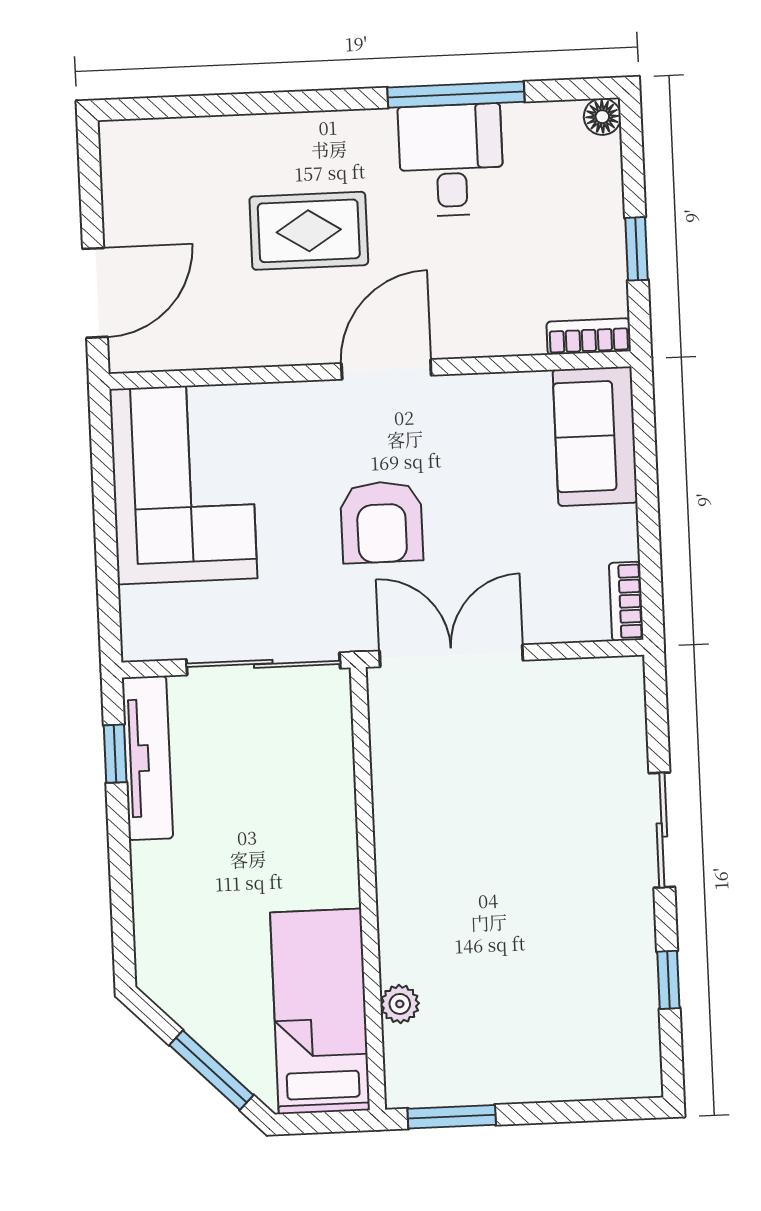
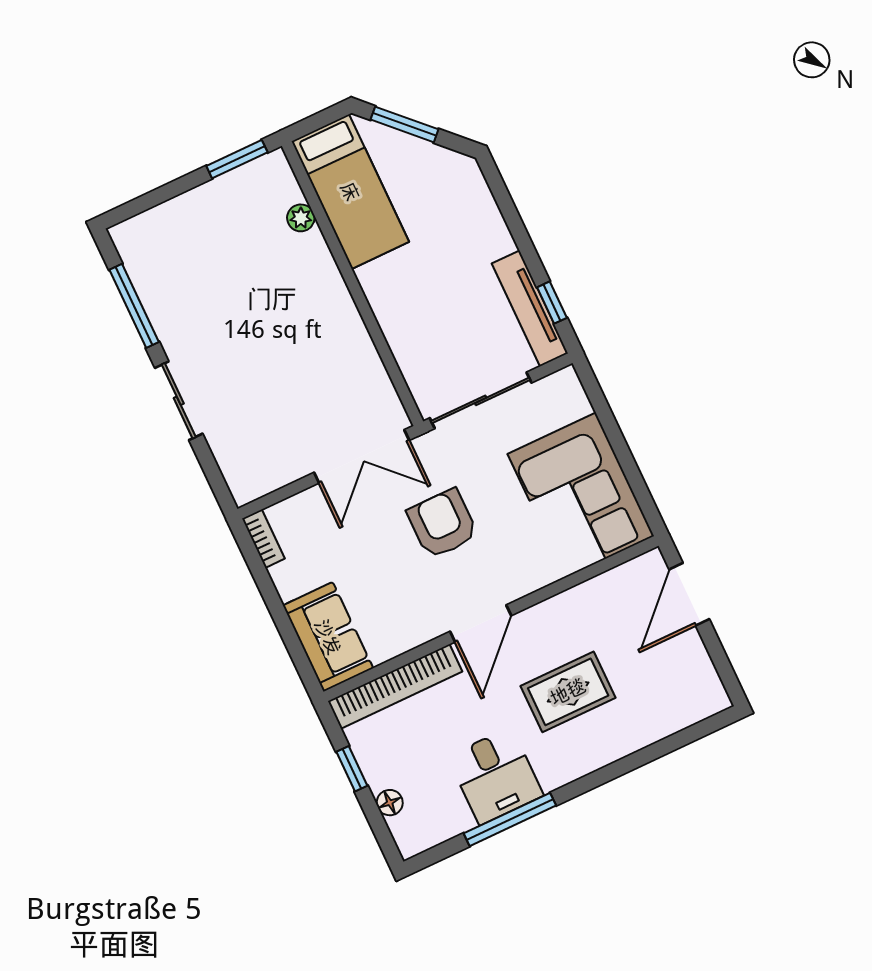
floor lamp: (602, 117) -> (390, 803), moved
bookcase: (589, 336) -> (395, 686), width x2.31, depth x1.31
window: (668, 980) -> (134, 306), width x2.17

